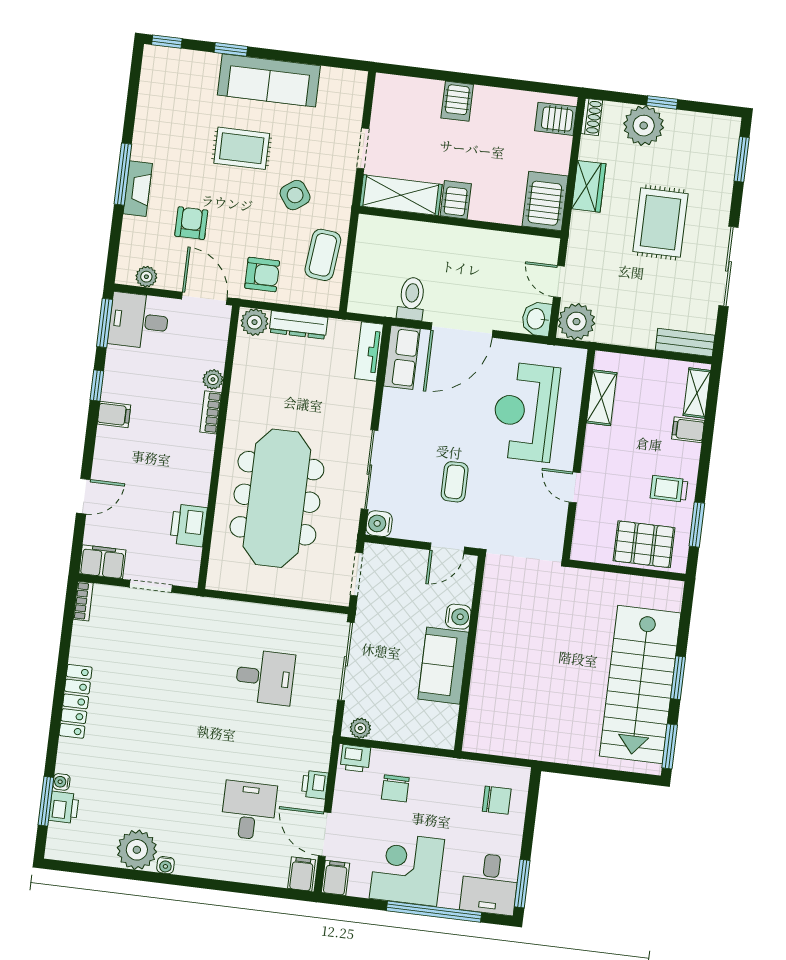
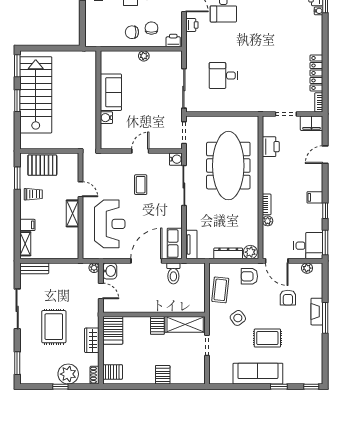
plant: (576, 322) -> (94, 268), width x0.53, depth x0.53
shelving: (602, 398) -> (72, 213), moved
water cooler: (458, 617) -> (106, 118), moved
wall: (470, 654) -> (98, 100), moved
sofa: (443, 666) -> (111, 92), moved
locker: (76, 701) -> (316, 73), moved
plant: (360, 728) -> (144, 56), moved
chair: (497, 800) -> (132, 32), moved

